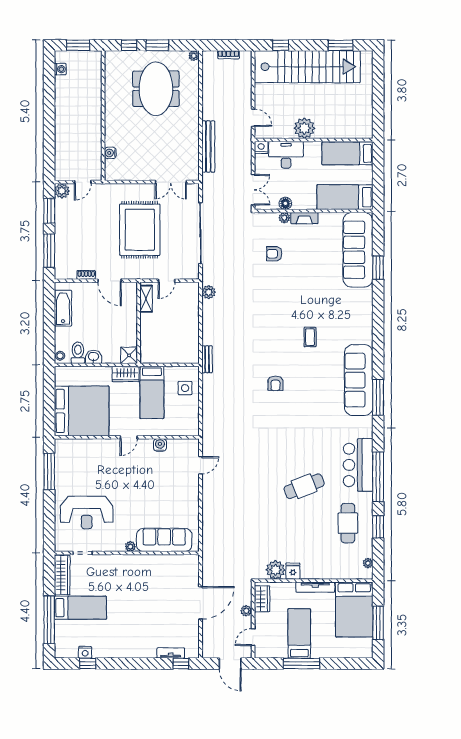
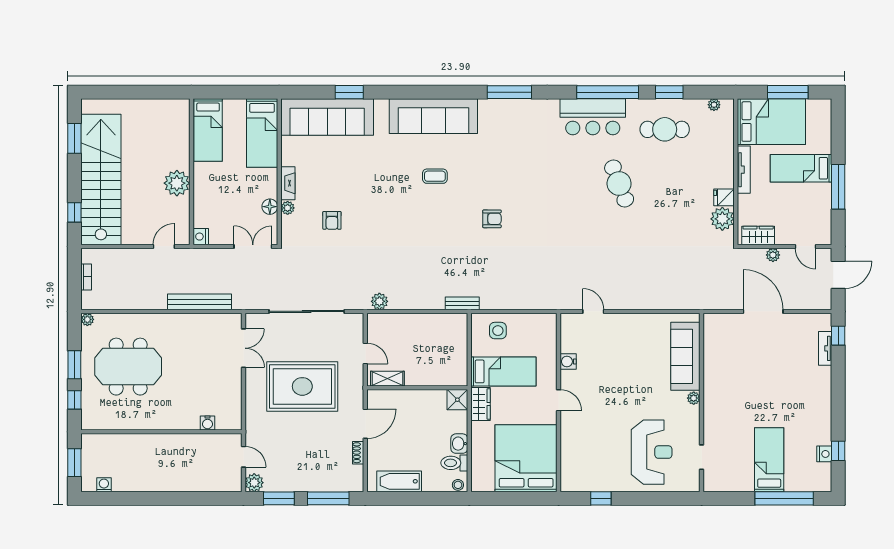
desk: (286, 155) -> (210, 206), removed
sofa: (359, 380) -> (433, 116), moved
window: (49, 471) -> (601, 498), width x0.46
wardrobe: (62, 575) -> (729, 482), removed
bed: (299, 633) -> (801, 168), moved

